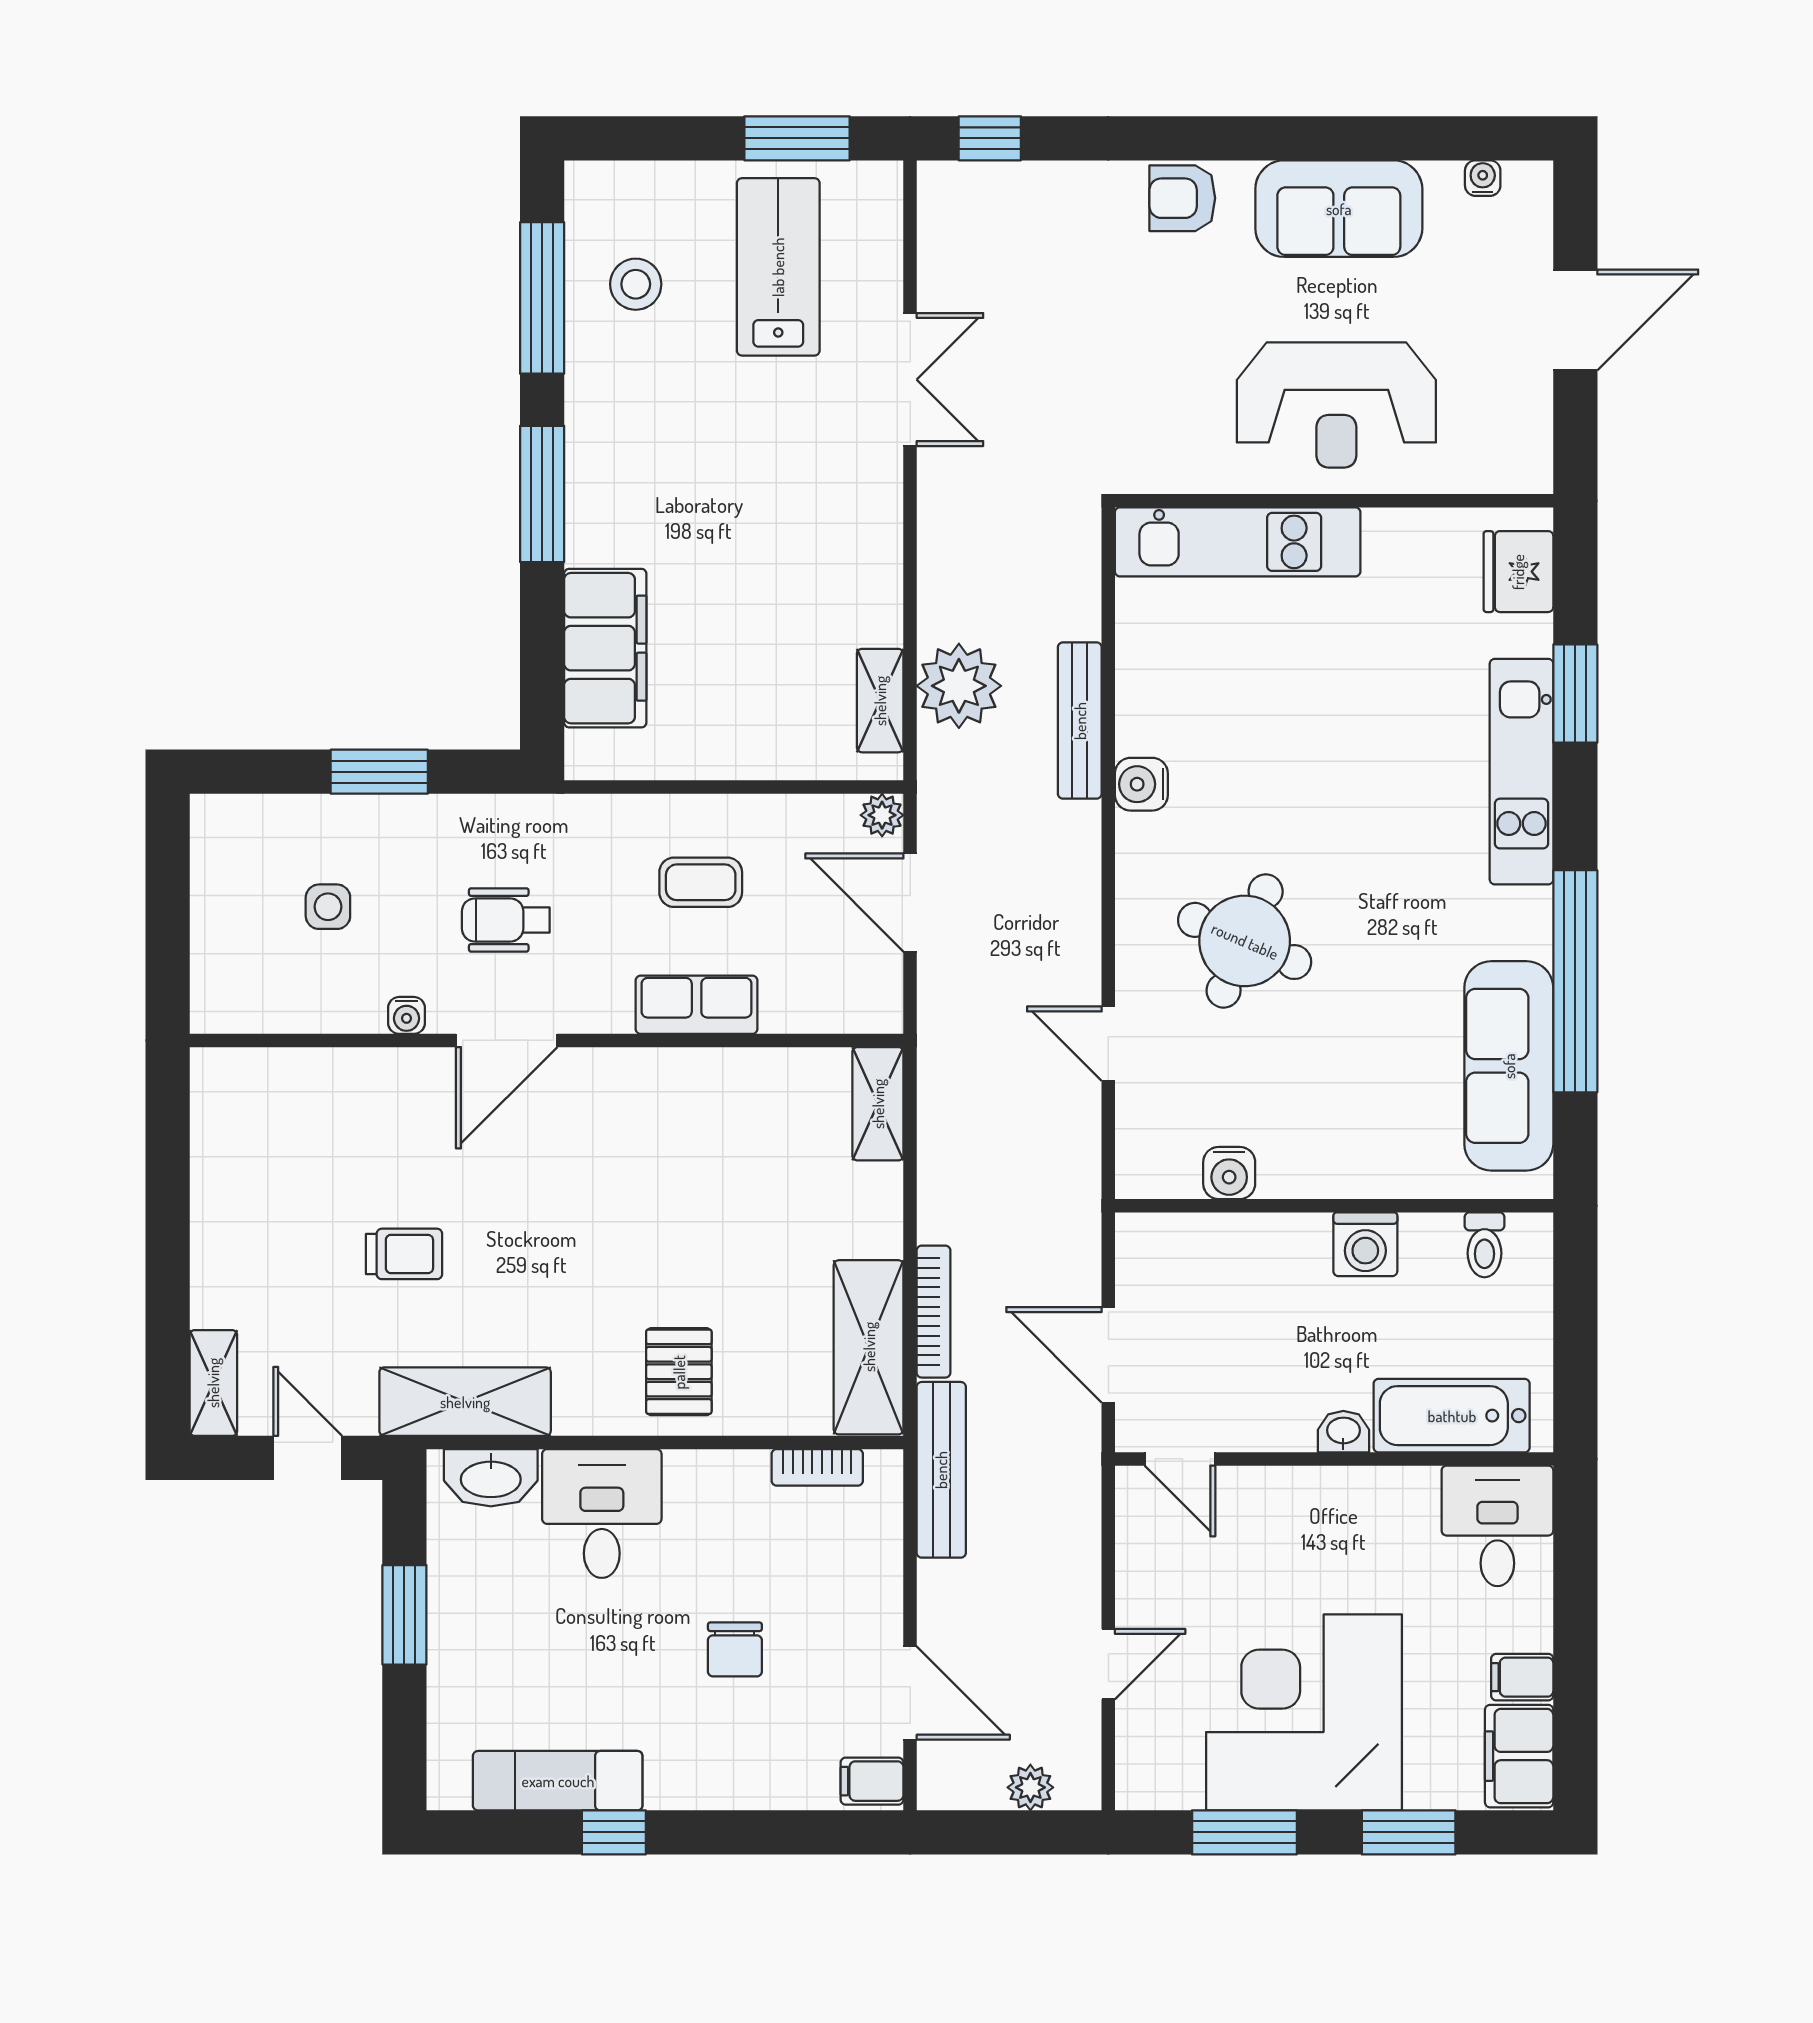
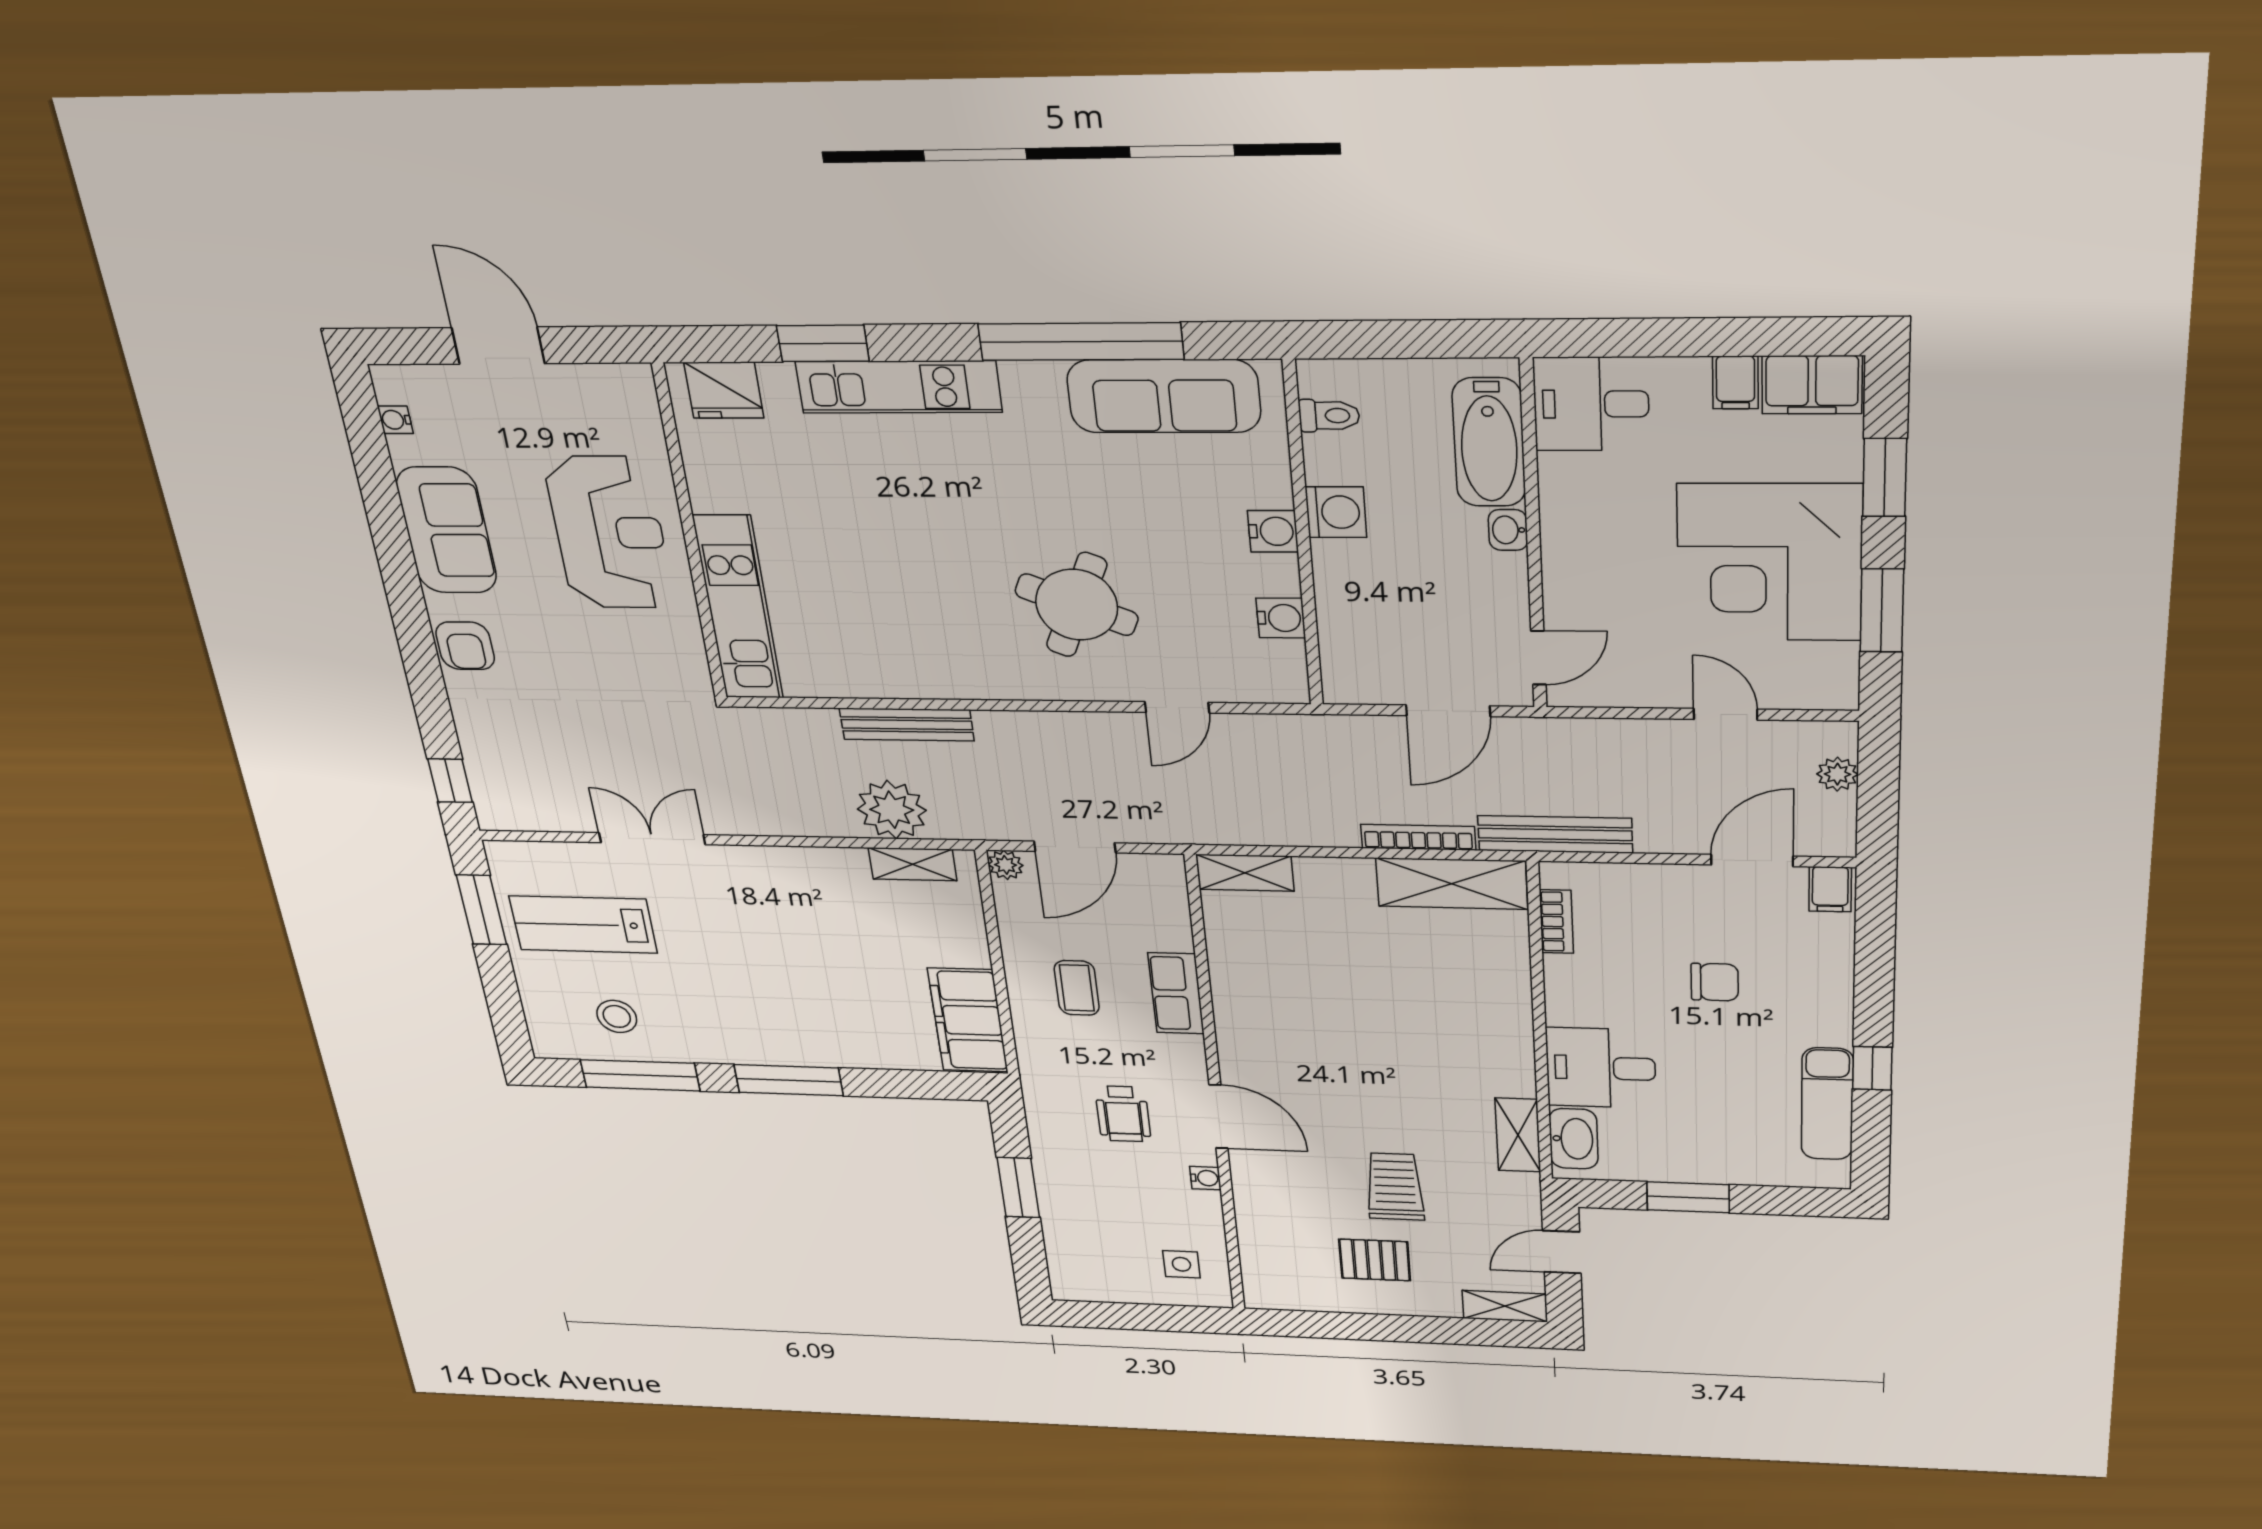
filing cabinet: (605, 648) -> (968, 1020), moved, turned -90
water cooler: (1141, 784) -> (1273, 531), moved, turned -90
side table: (328, 907) -> (1181, 1264), moved
trolley: (404, 1254) -> (1395, 1187), width x1.36, depth x1.39
pallet: (679, 1372) -> (1375, 1260), moved
shelving: (465, 1402) -> (1518, 1135), width x0.67, depth x0.75

